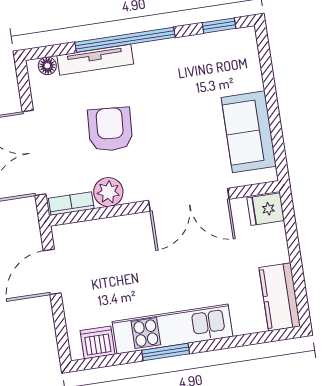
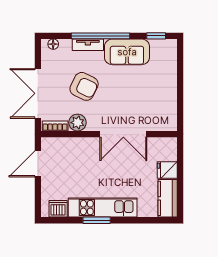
tv unit: (95, 60) -> (88, 45), width x0.71
armchair: (110, 129) -> (84, 86), turned 112
sofa: (249, 132) -> (127, 52), moved, turned -90
fridge: (266, 209) -> (167, 170), moved

